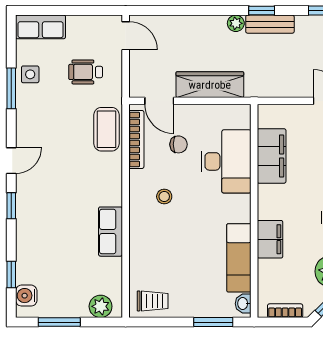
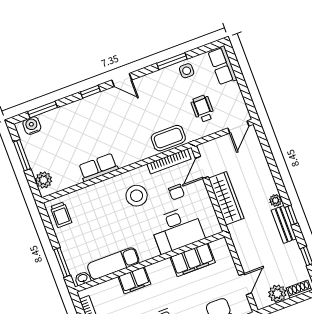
stool: (164, 197) -> (137, 196), width x1.89, depth x1.89
window: (11, 275) -> (43, 110), width x1.50

